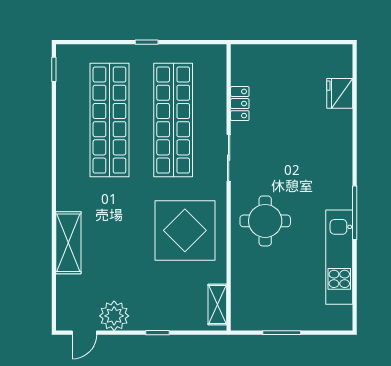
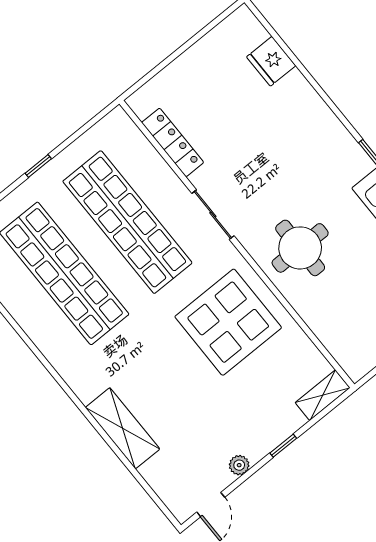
locker: (240, 104) -> (173, 142), width x1.53
shelving: (217, 304) -> (323, 395), moved, turned 90
plant: (114, 316) -> (239, 465), width x0.53, depth x0.53

